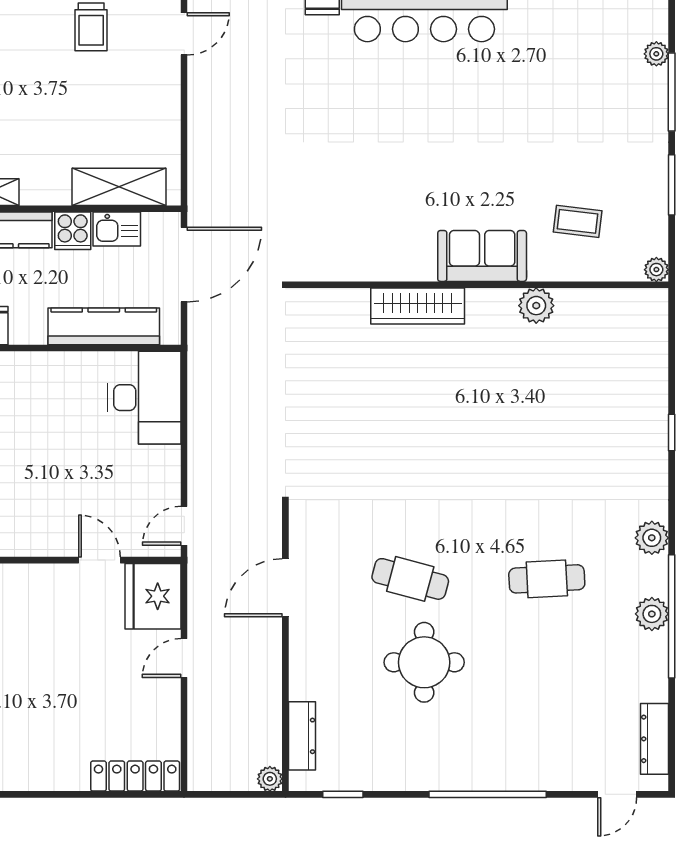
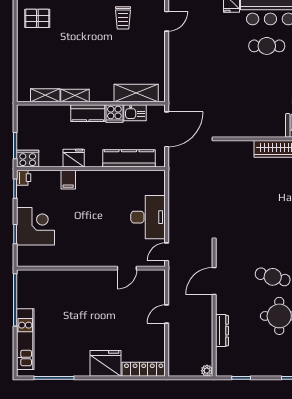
cafe table: (398, 87) -> (267, 46), added
desk: (144, 398) -> (148, 217), moved
door: (99, 560) -> (127, 268), swing flipped
fridge: (153, 596) -> (106, 363), moved, turned 90
dresser: (302, 736) -> (222, 331), moved

